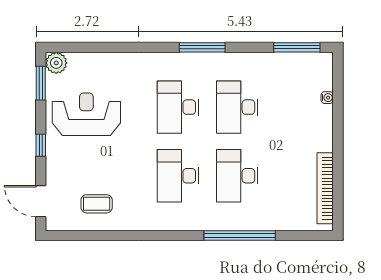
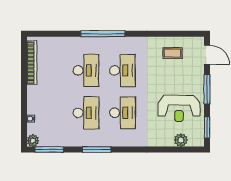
window: (202, 47) -> (97, 150), moved
plant: (323, 62) -> (33, 141), added
plant: (56, 63) -> (181, 140), moved
window: (41, 145) -> (207, 89), width x2.17
window: (240, 235) -> (103, 34), moved

